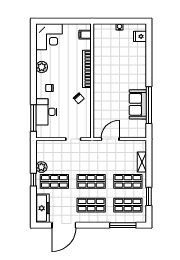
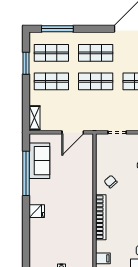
fridge: (140, 36) -> (37, 211), moved
sofa: (138, 104) -> (39, 161), moved
shelving: (142, 162) -> (35, 118), moved

